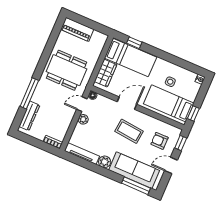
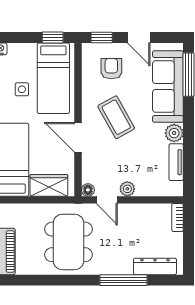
coffee table: (129, 131) -> (116, 117), turned -35
armchair: (160, 141) -> (111, 69), turned 180
tv unit: (82, 154) -> (176, 162), width x0.71

